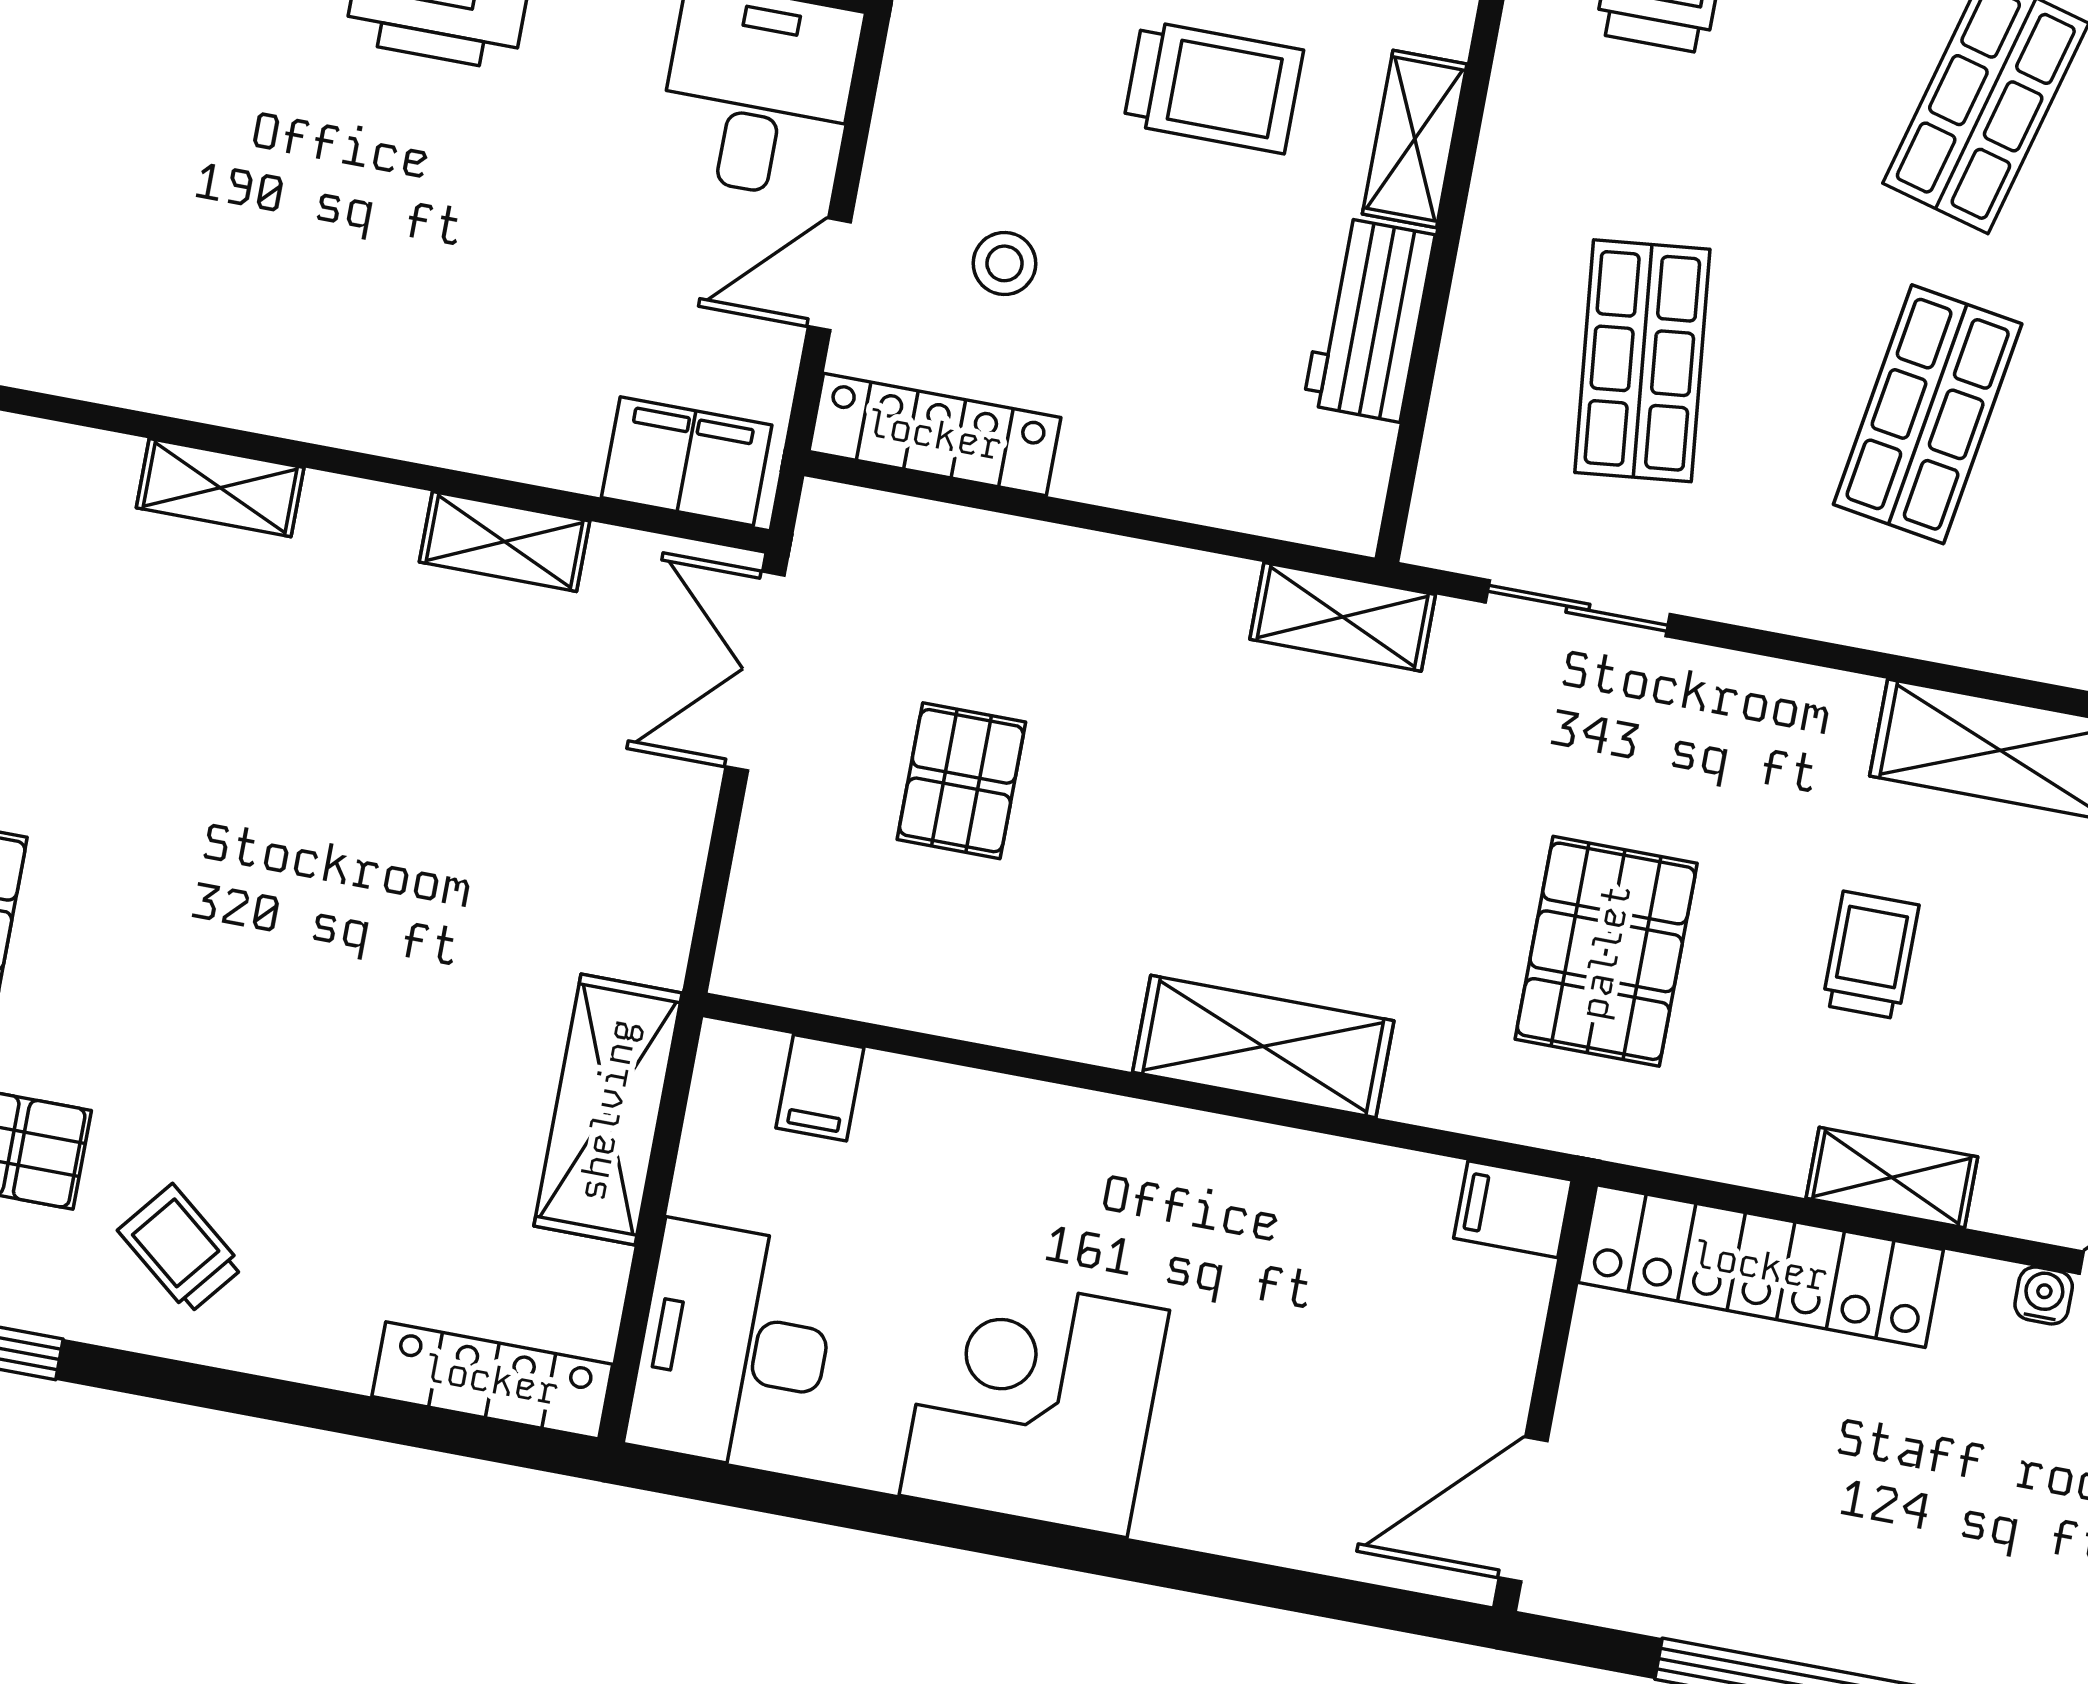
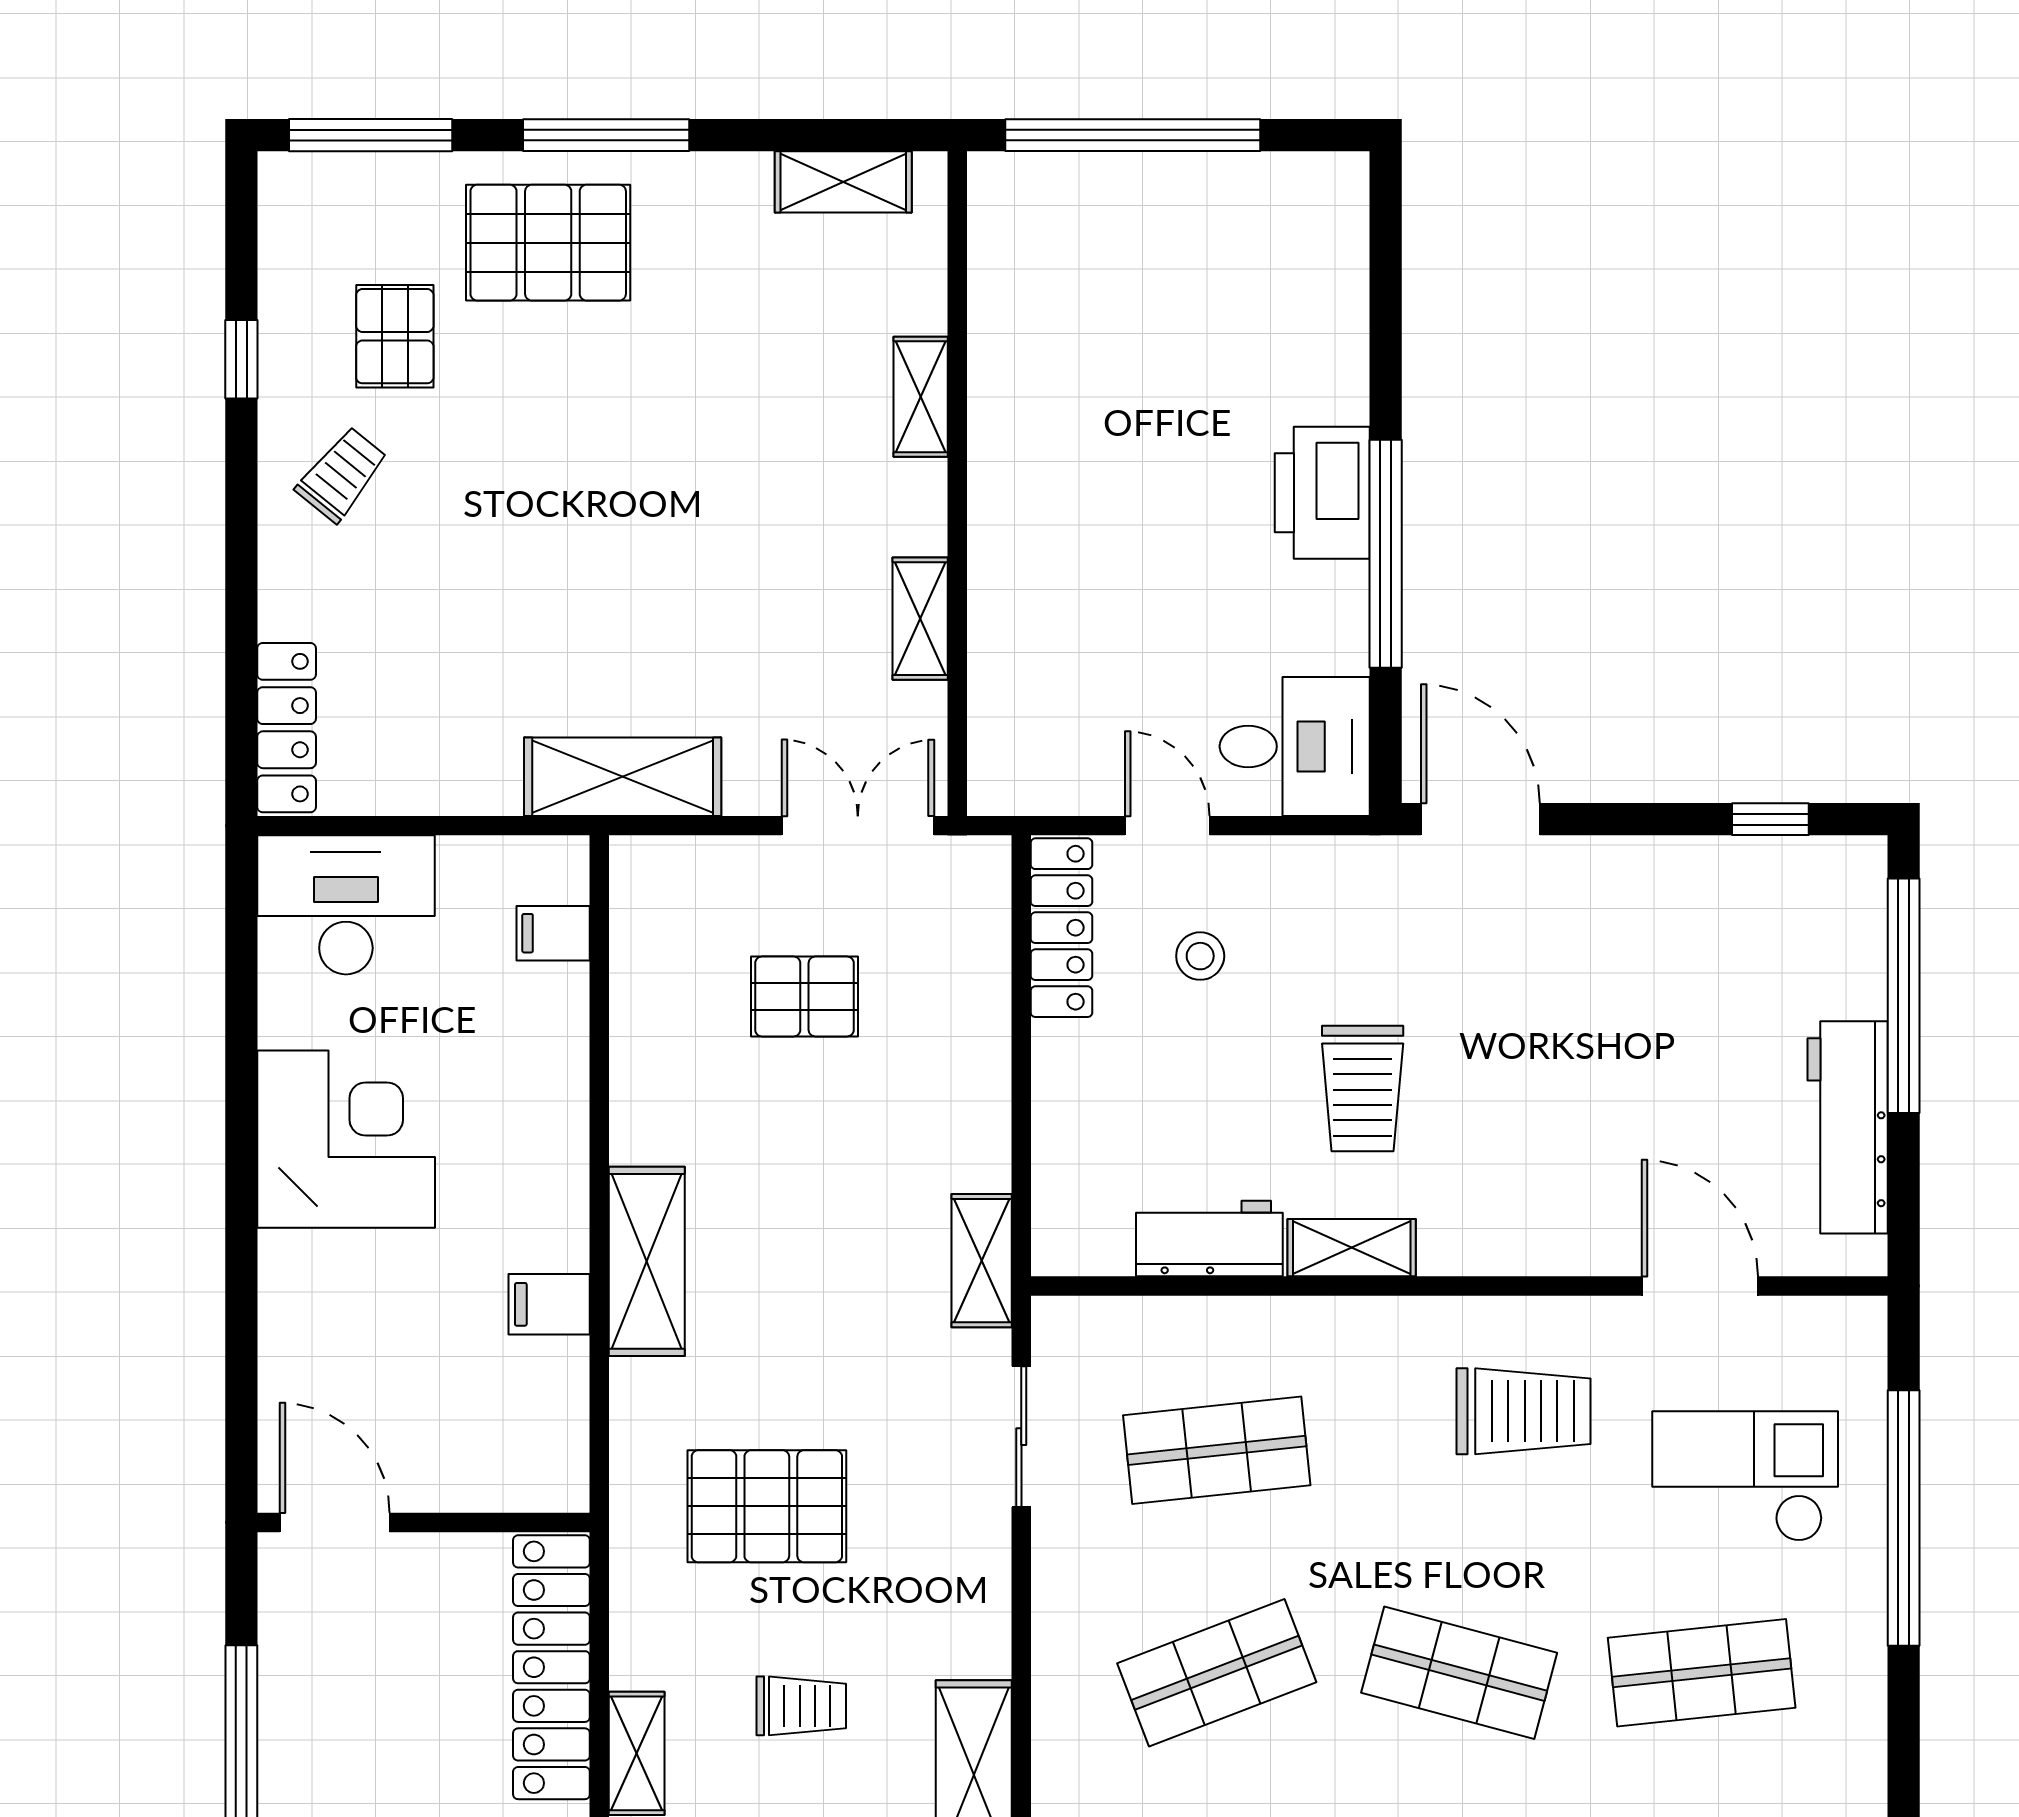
shop shelf: (1928, 414) -> (1217, 1673), turned -30
filing cabinet: (687, 461) -> (1006, 745), removed
shelving: (608, 1110) -> (623, 777), moved
filing cabinet: (1513, 1209) -> (549, 1304), moved, turned -90

